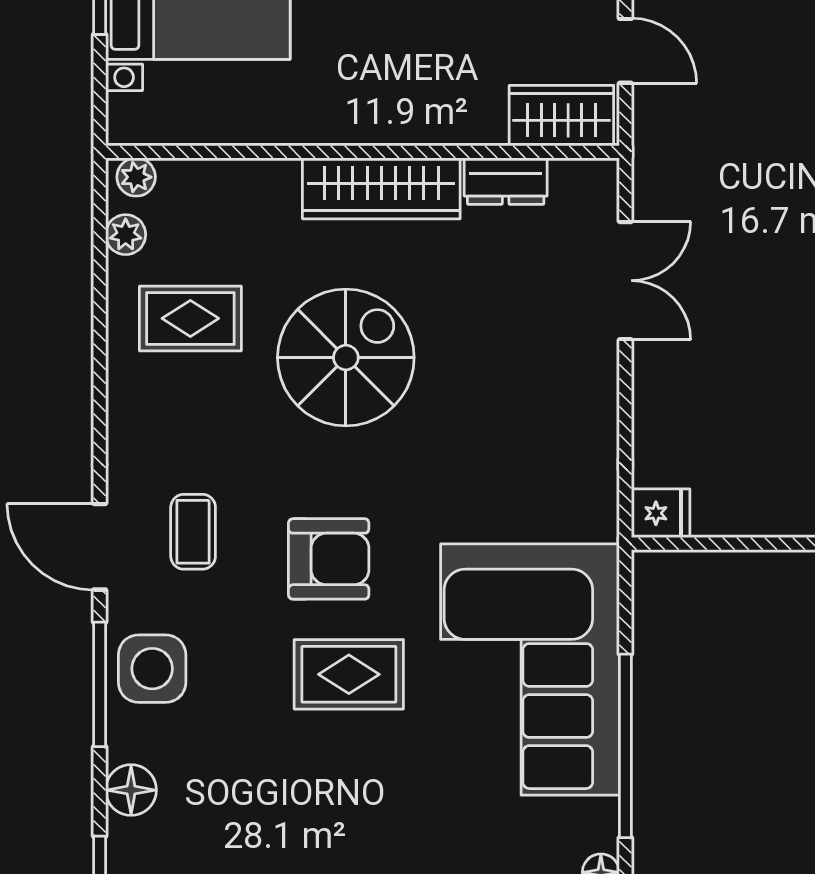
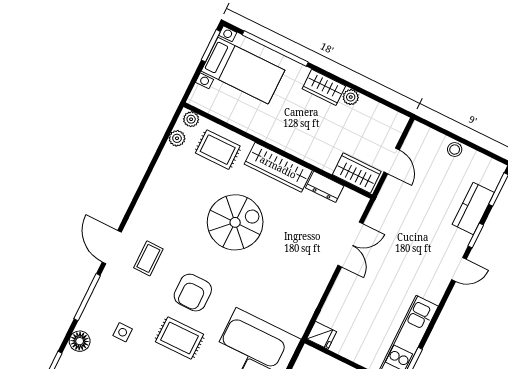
rug: (190, 318) -> (218, 150), moved
armchair: (329, 559) -> (193, 293), turned 90
side table: (152, 669) -> (123, 332), moved, width x0.54, depth x0.54

